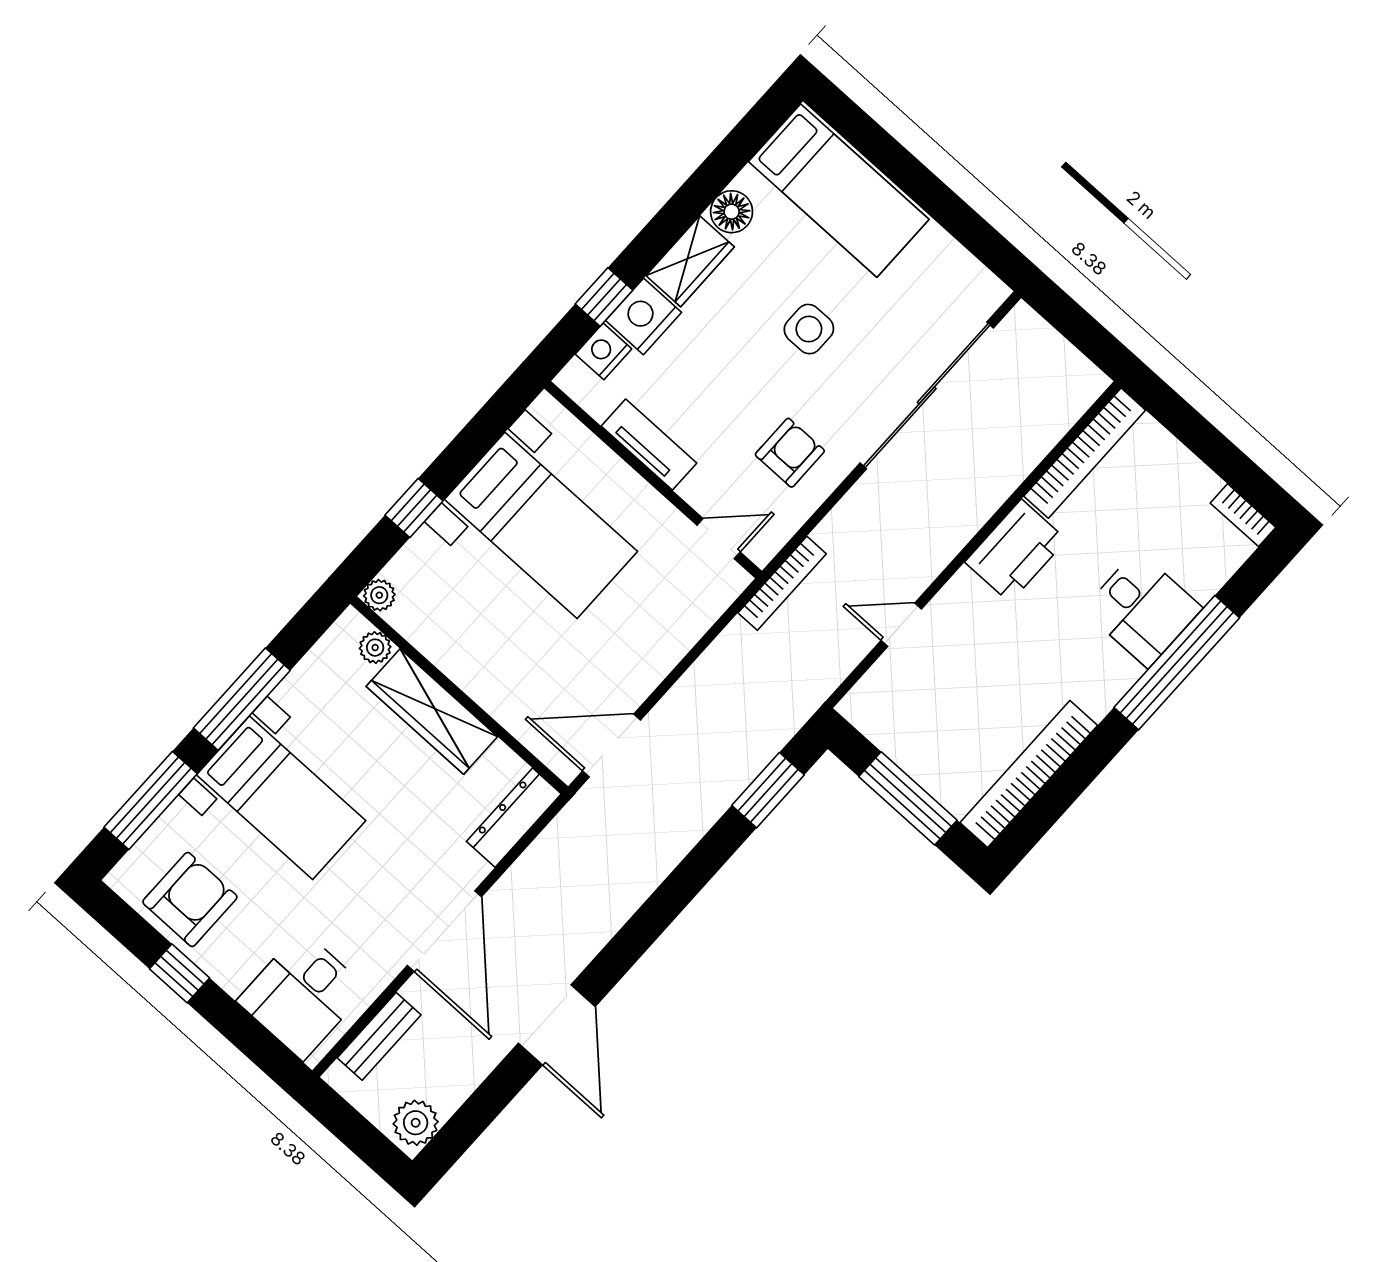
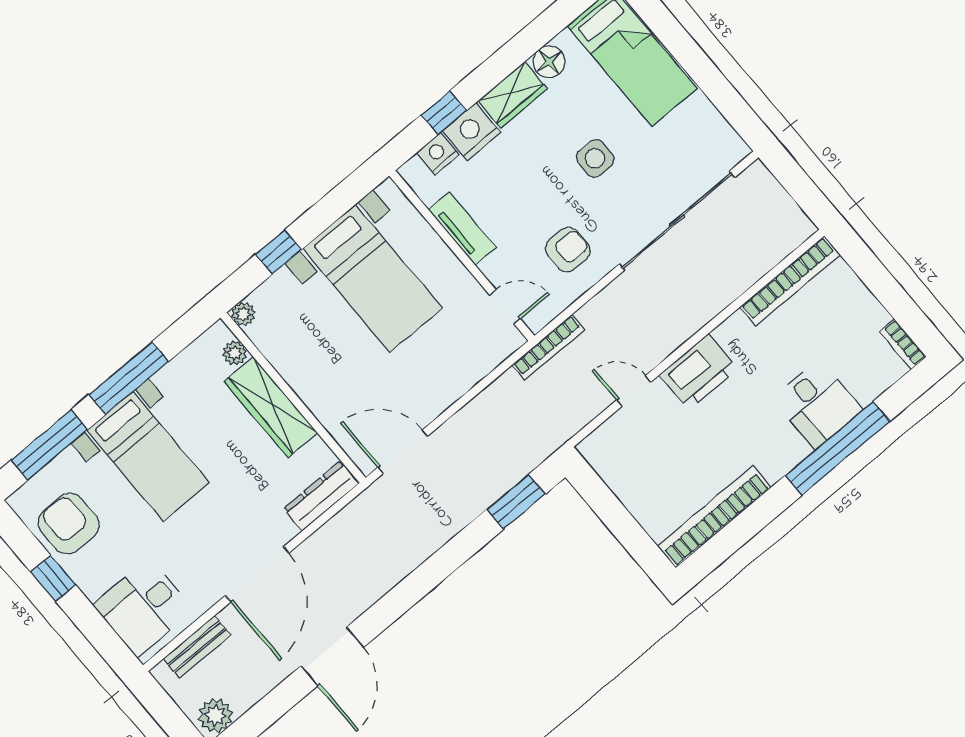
printer: (1016, 551) -> (698, 372), moved
window: (908, 798) -> (621, 523), removed
armchair: (190, 899) -> (69, 524), turned -90

